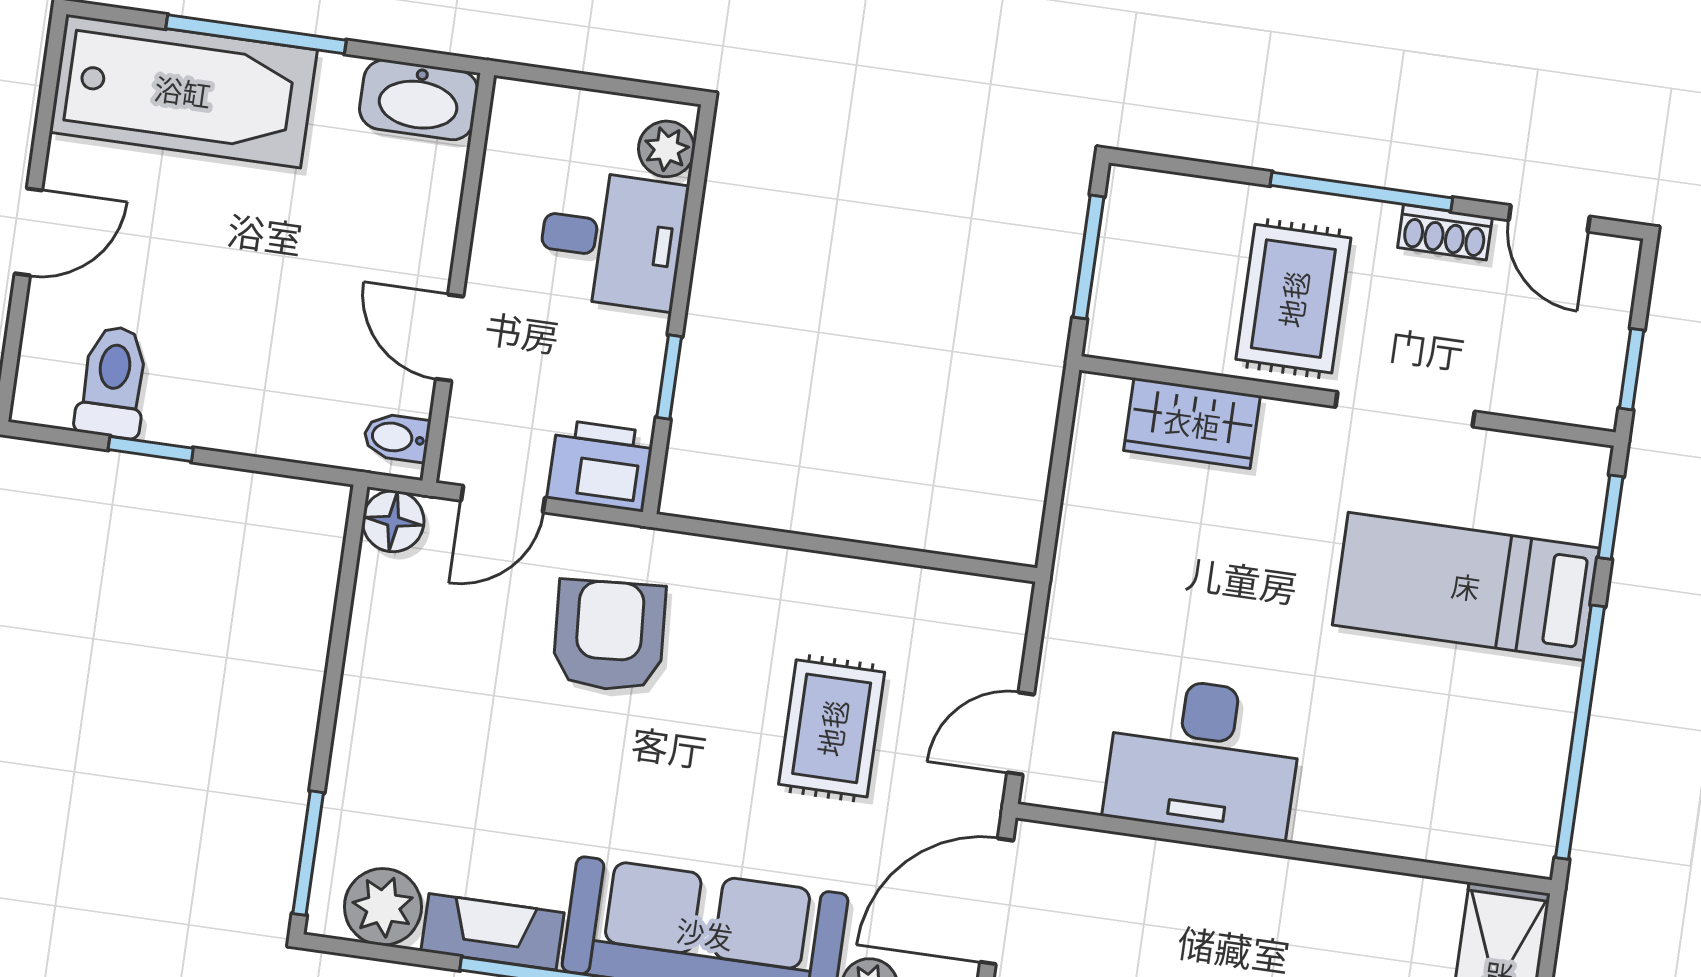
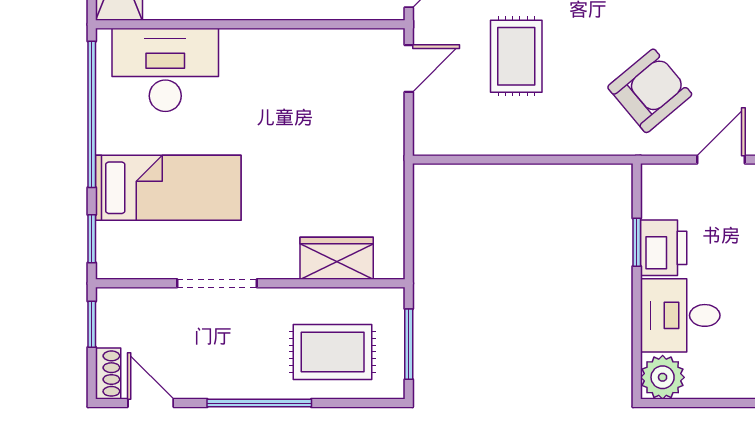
plant: (667, 149) -> (663, 377), width x1.38, depth x1.38
shoe rack: (1445, 232) -> (108, 374), moved, turned 90
rug: (1293, 299) -> (333, 352), moved, turned 90
printer: (601, 466) -> (664, 248), moved, turned -90
armchair: (609, 636) -> (650, 91), turned -126
desk: (1204, 757) -> (165, 70), moved

